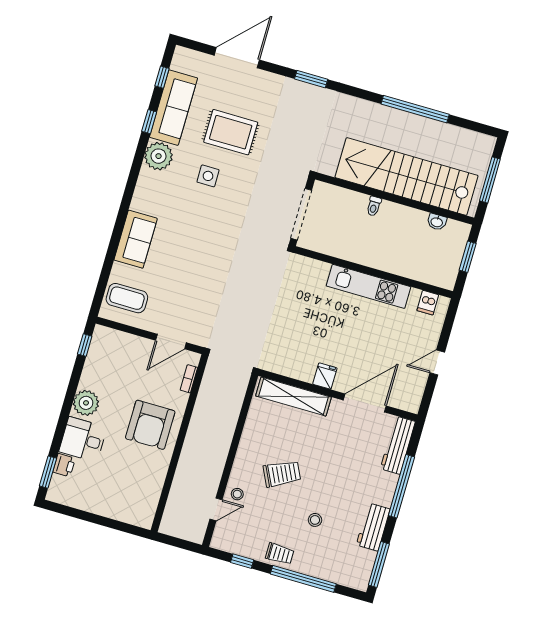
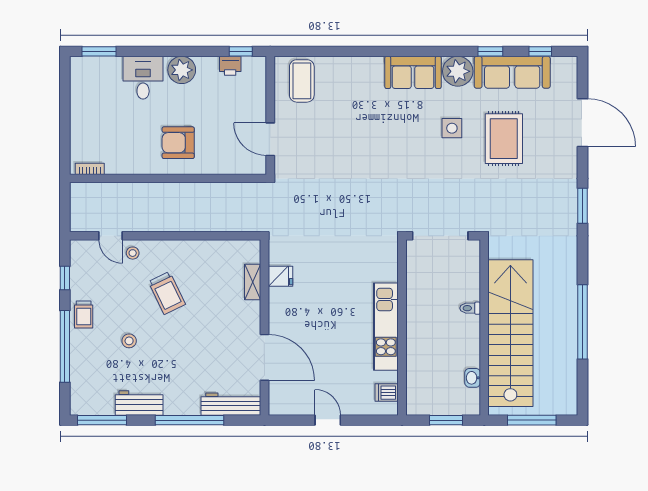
sofa: (136, 239) -> (413, 72), moved
fridge: (325, 376) -> (280, 276), moved
bookcase: (189, 379) -> (90, 169), moved
shelving: (294, 397) -> (253, 282), width x0.45, depth x0.75
armchair: (150, 425) -> (178, 143), width x0.73, depth x0.73
printer: (64, 465) -> (230, 66), moved

